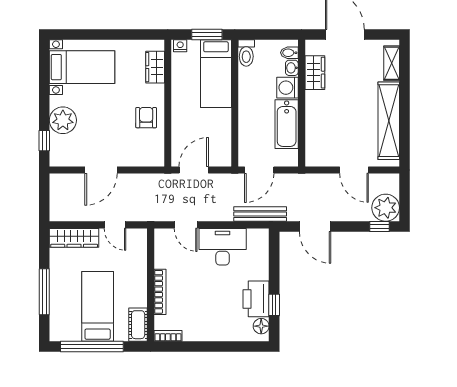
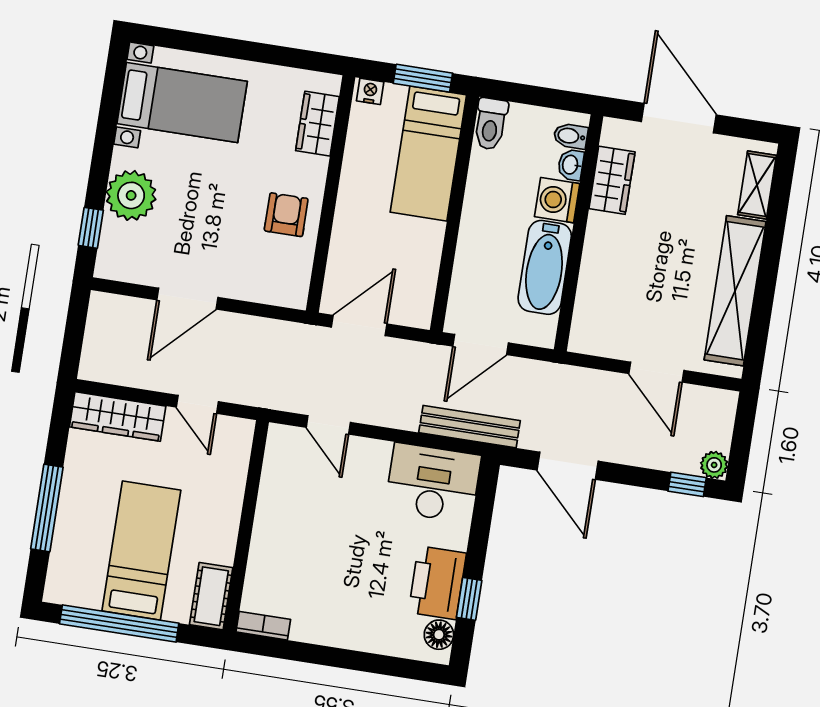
plant: (386, 208) -> (714, 465), width x0.53, depth x0.53
desk: (223, 247) -> (433, 483), moved
bookcase: (160, 292) -> (261, 542), removed

